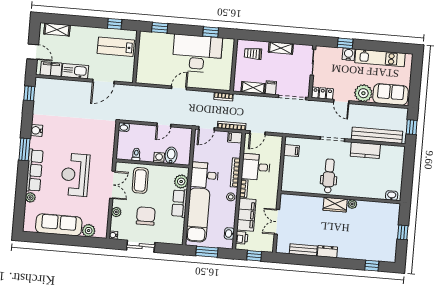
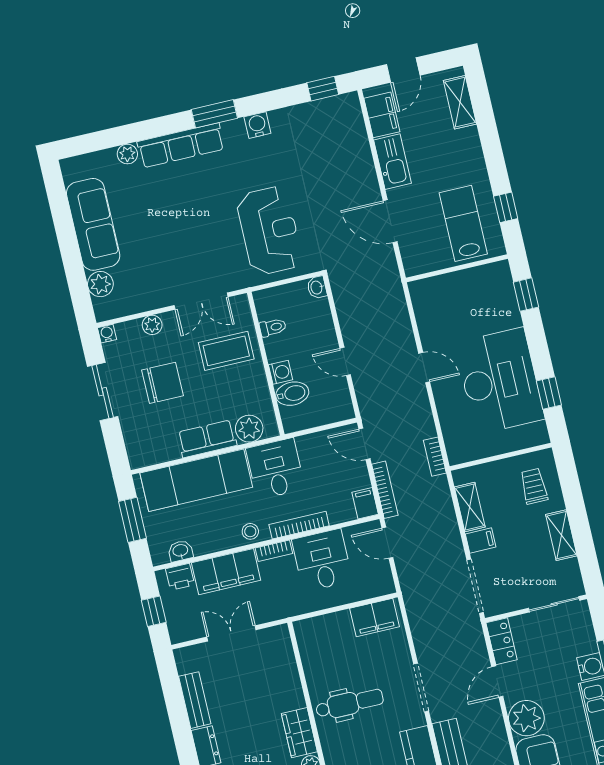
filing cabinet: (291, 151) -> (375, 618), width x2.00
reception desk: (75, 175) -> (269, 231), moved, turned 90

